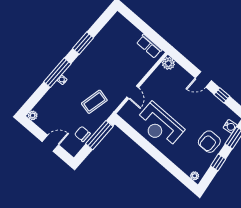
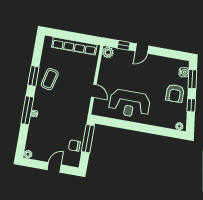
row of seats: (149, 46) -> (74, 46), width x2.02
window: (222, 95) -> (124, 45), moved
coffee table: (94, 102) -> (50, 79), moved

